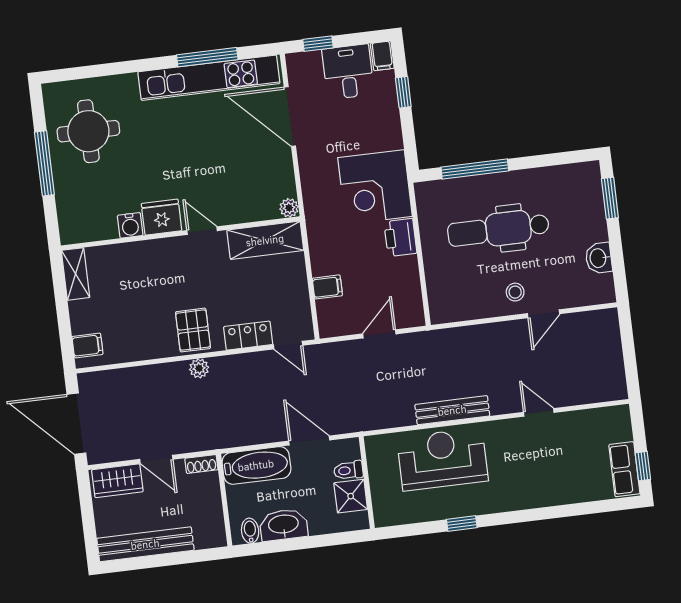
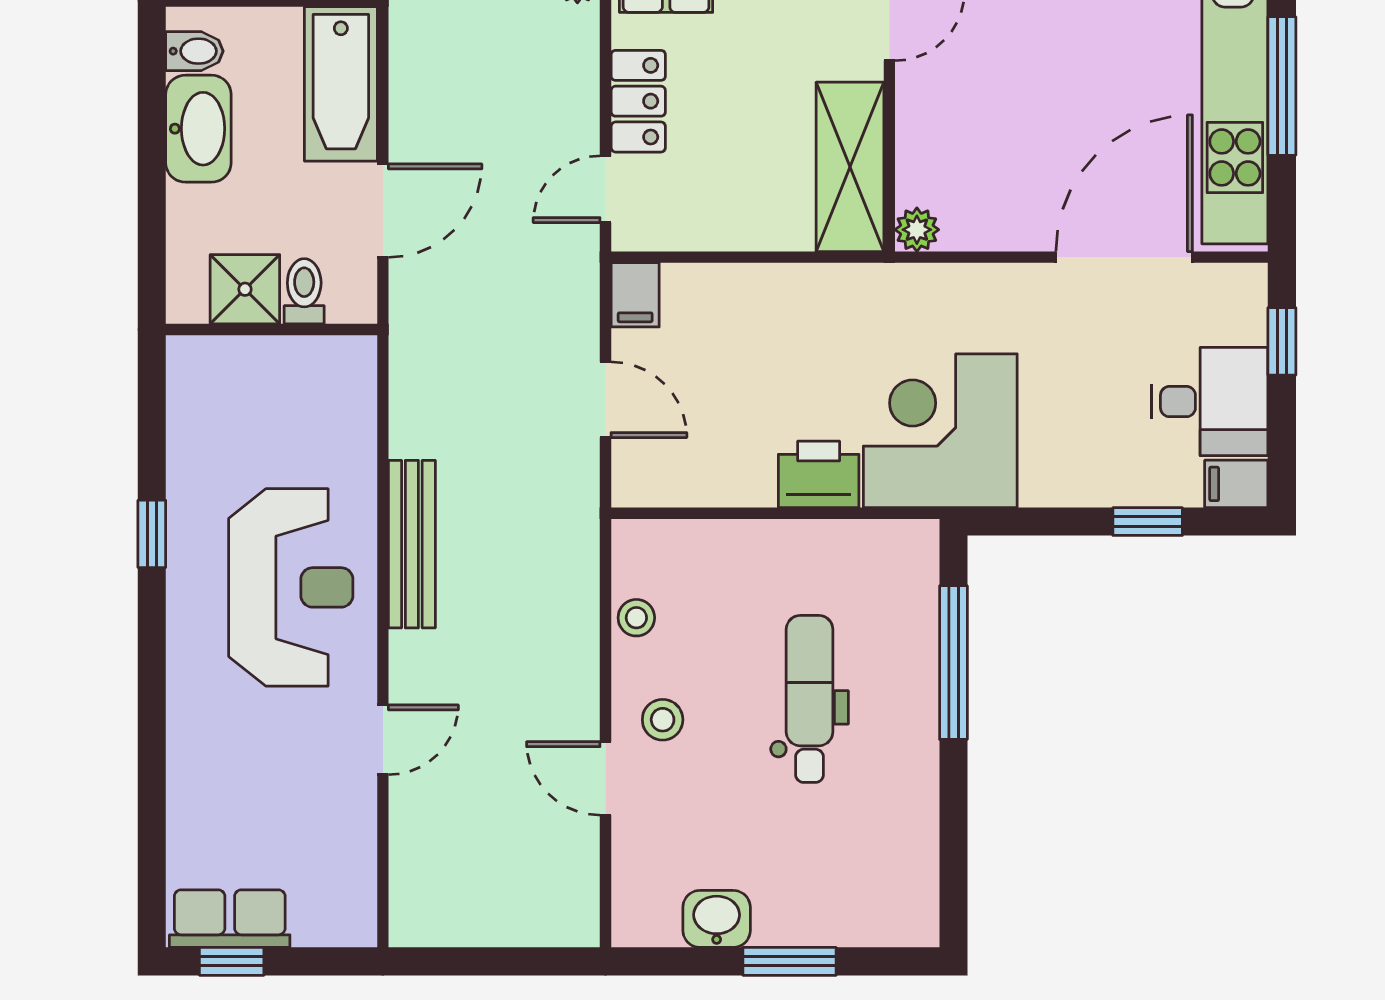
window: (610, 198) -> (790, 961), moved
dental chair: (498, 229) -> (810, 699), width x0.73, depth x0.72
filing cabinet: (327, 287) -> (635, 295), moved
stool: (472, 309) -> (636, 618), added
reception desk: (442, 459) -> (291, 587), moved

